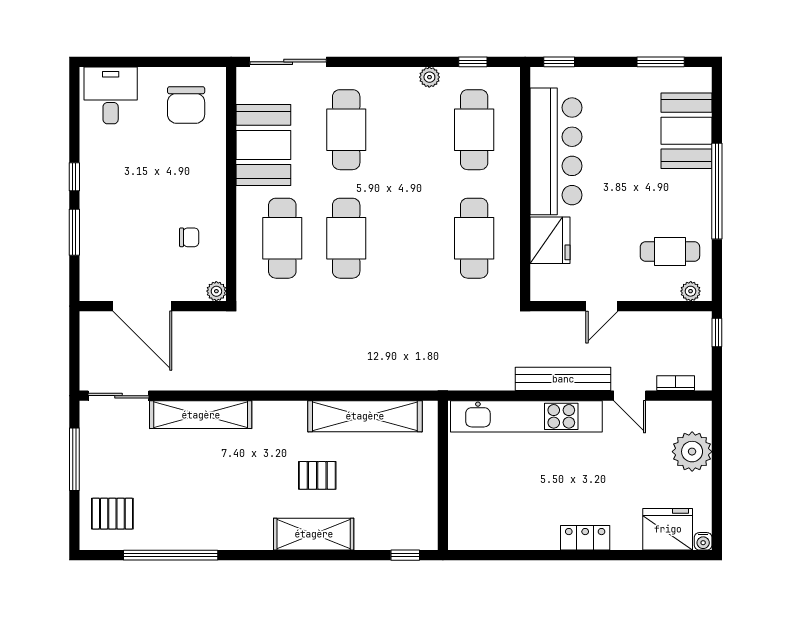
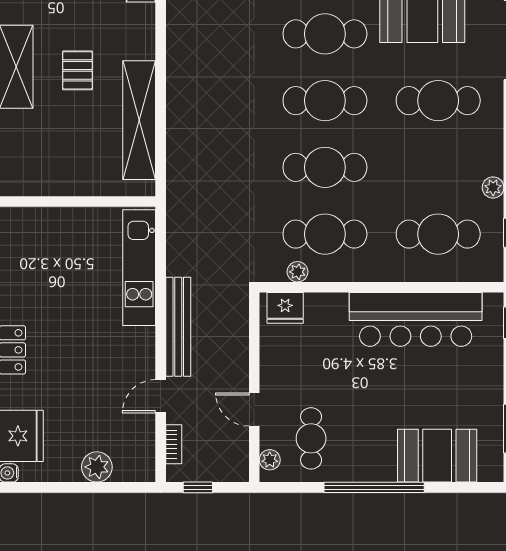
cafe table: (410, 238) -> (325, 167), added
fridge: (550, 240) -> (285, 308), moved, width x0.73, depth x0.75
plant: (510, 265) -> (298, 272), added
door: (602, 306) -> (254, 409), moved
window: (717, 333) -> (198, 487), moved
kitchen unit: (526, 416) -> (139, 268), width x0.73
plant: (692, 452) -> (97, 467), width x0.73, depth x0.73

